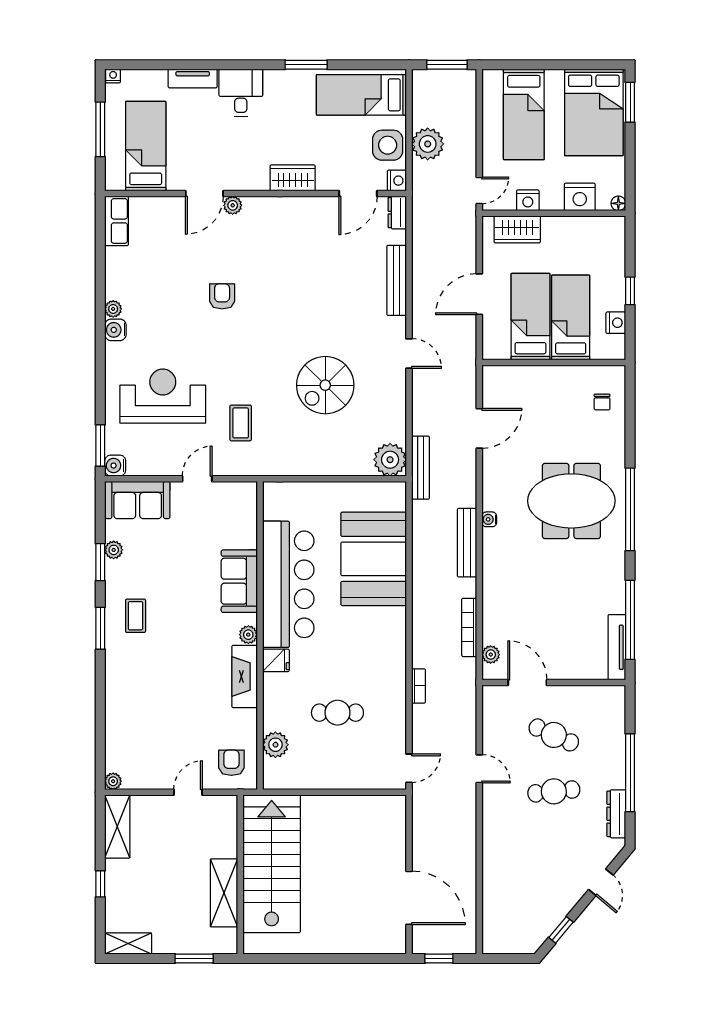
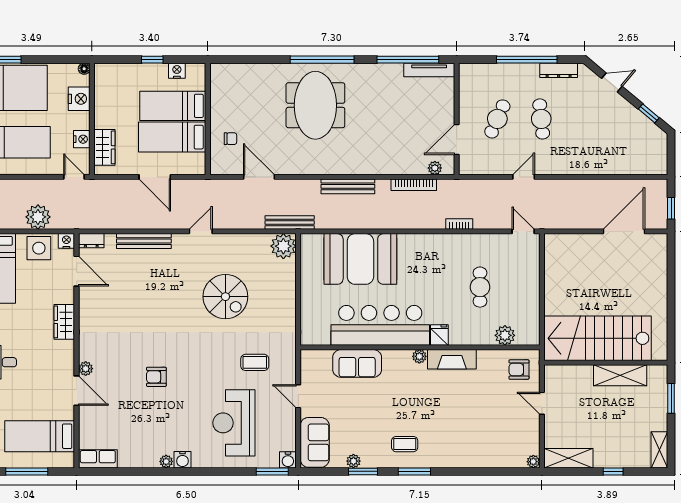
chair: (602, 402) -> (230, 139), moved
water cooler: (489, 519) -> (330, 169), removed
sofa: (239, 581) -> (357, 363), moved

